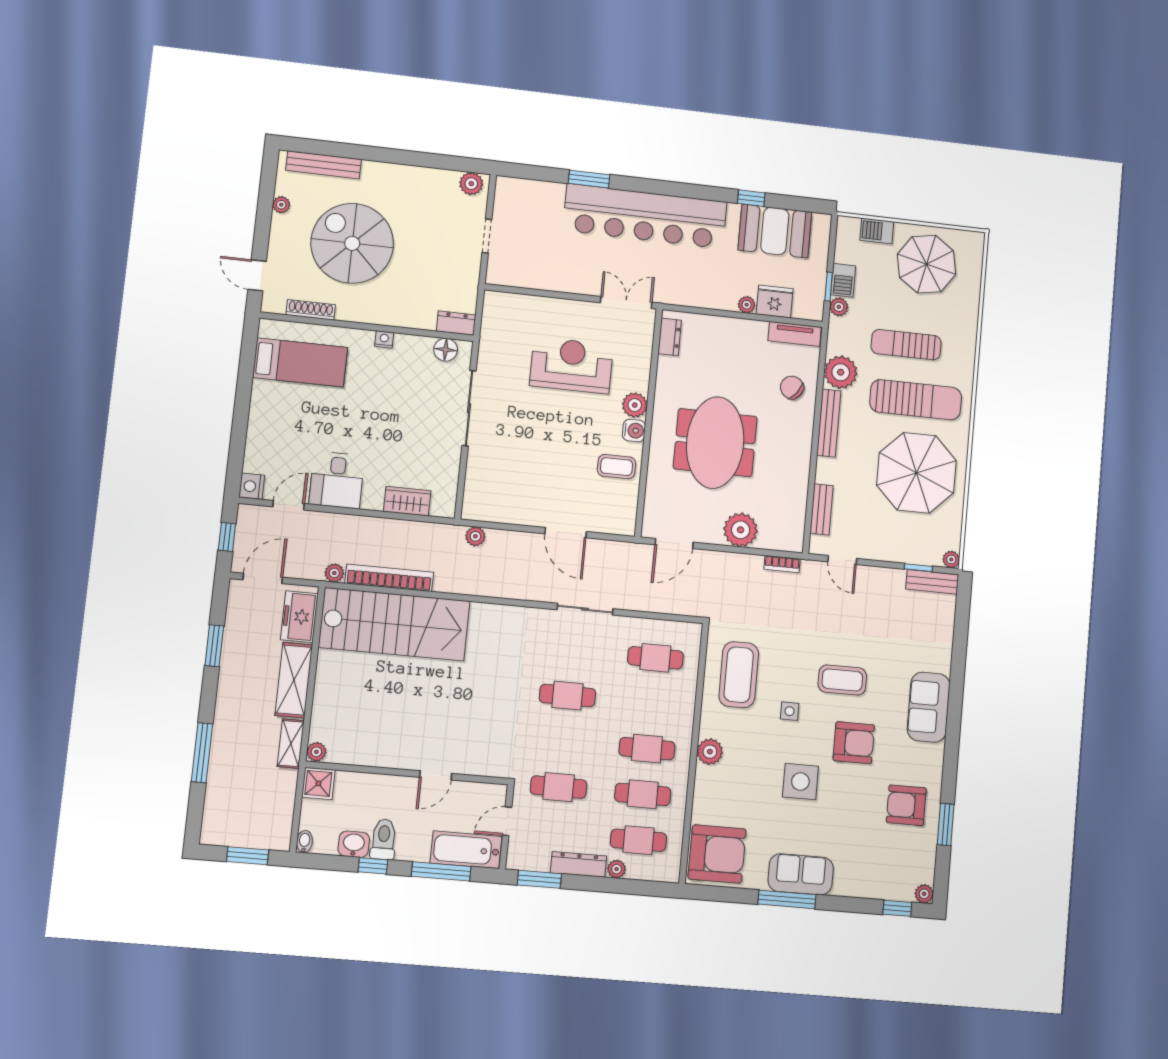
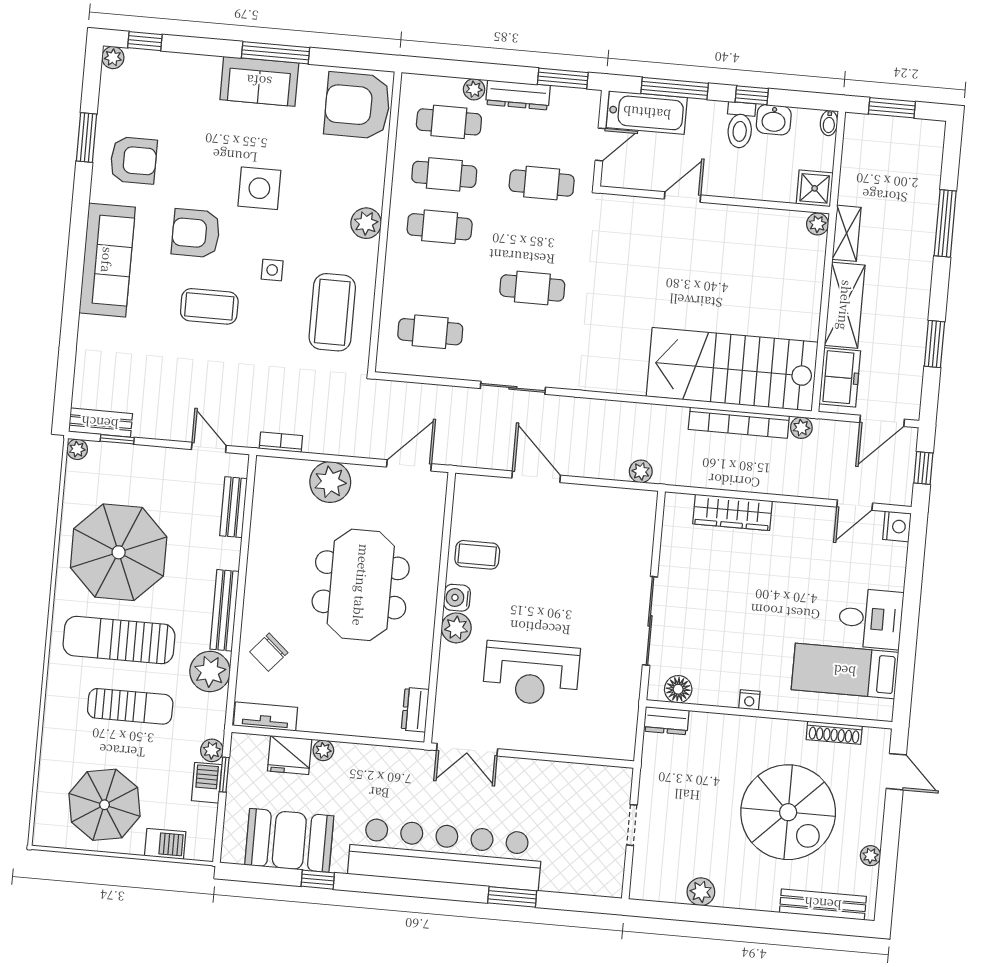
plant: (471, 184) -> (701, 892), moved
chair: (792, 387) -> (269, 652), turned 94
desk: (337, 480) -> (871, 619), moved, turned 90
wardrobe: (407, 501) -> (733, 512), width x1.50
sofa: (929, 707) -> (107, 260), width x1.36

